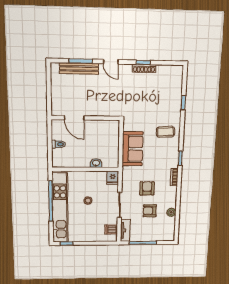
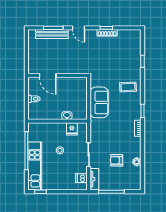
fridge: (113, 178) -> (72, 129), moved
armchair: (147, 188) -> (113, 139), removed
kitchen unit: (60, 208) -> (35, 166), width x0.73

